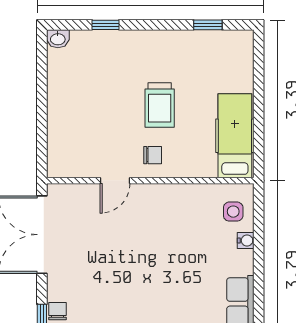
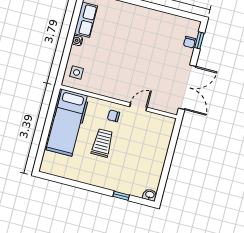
window: (208, 25) -> (64, 181), removed
hospital bed: (235, 136) -> (67, 123), width x1.37, depth x1.29
water cooler: (246, 240) -> (77, 41), moved

